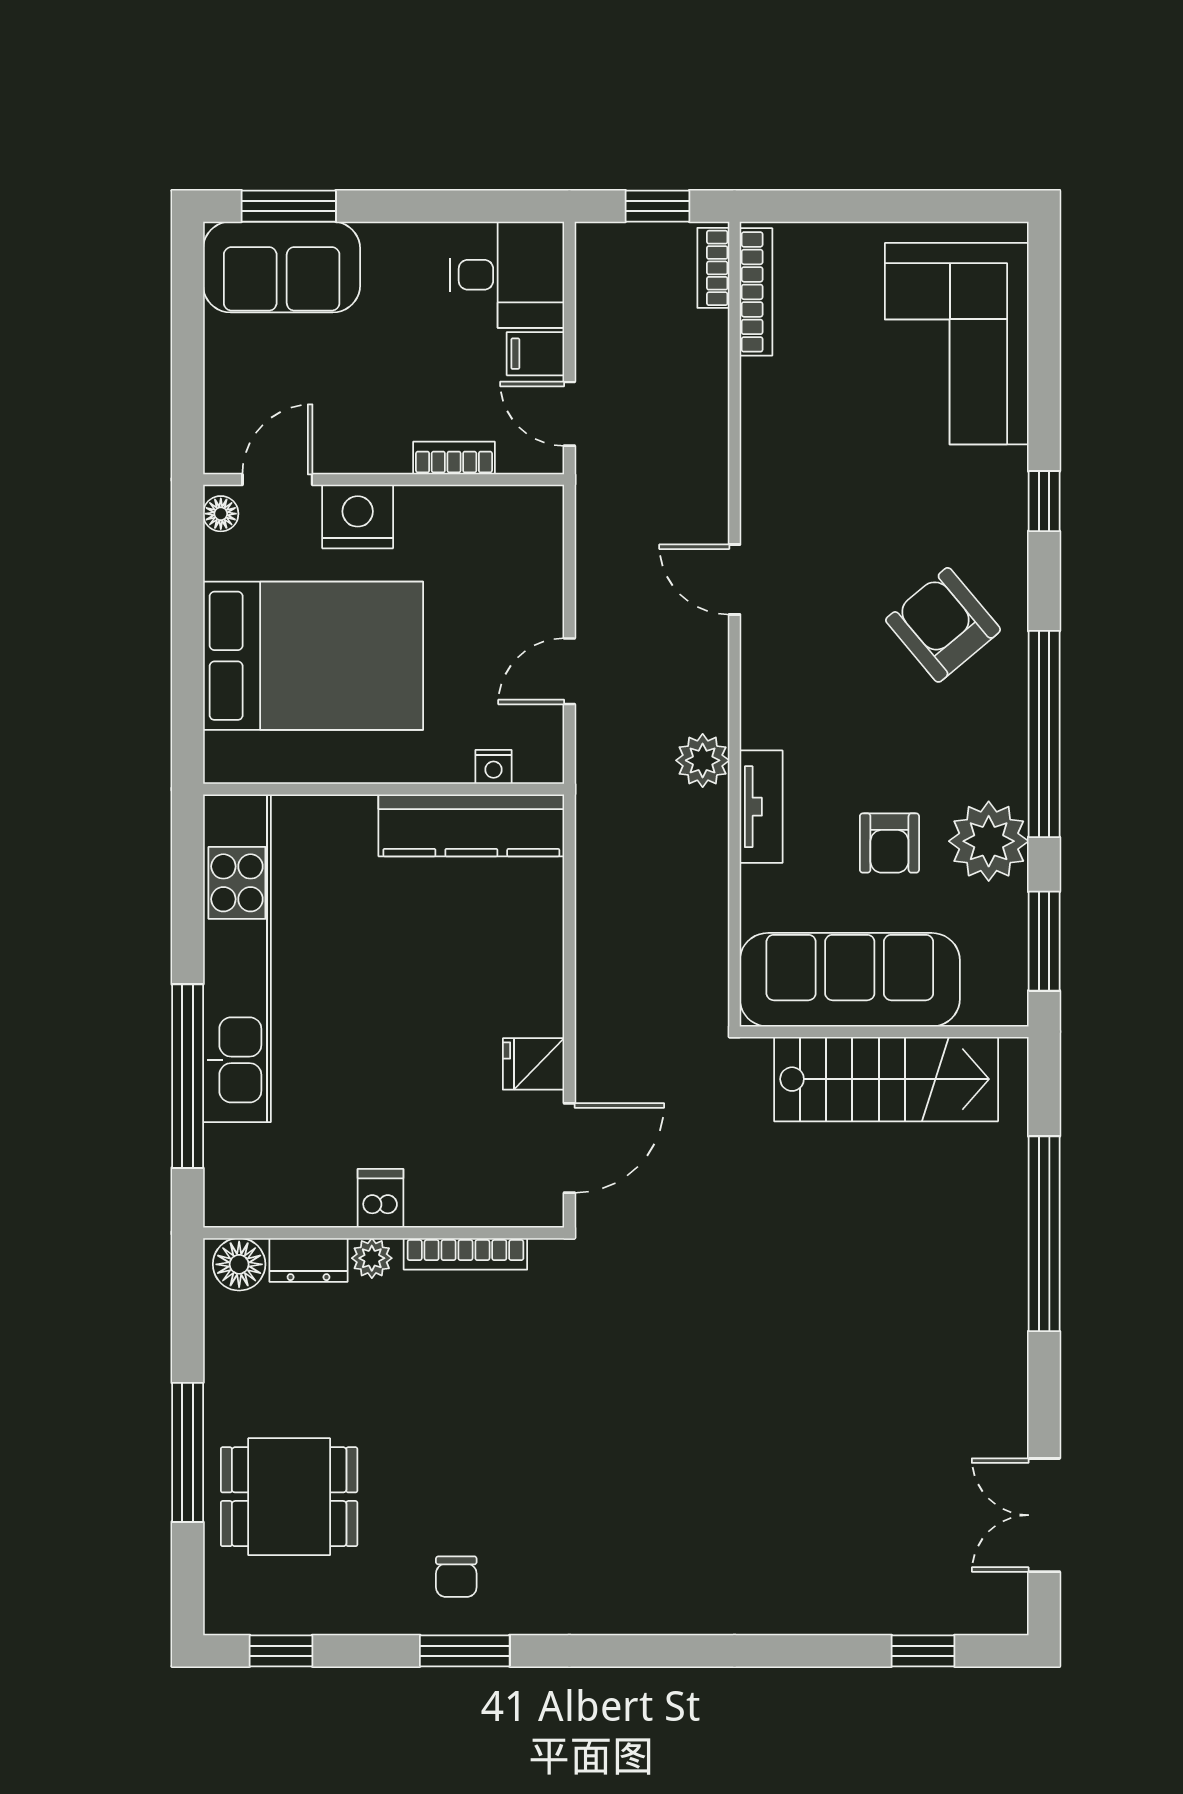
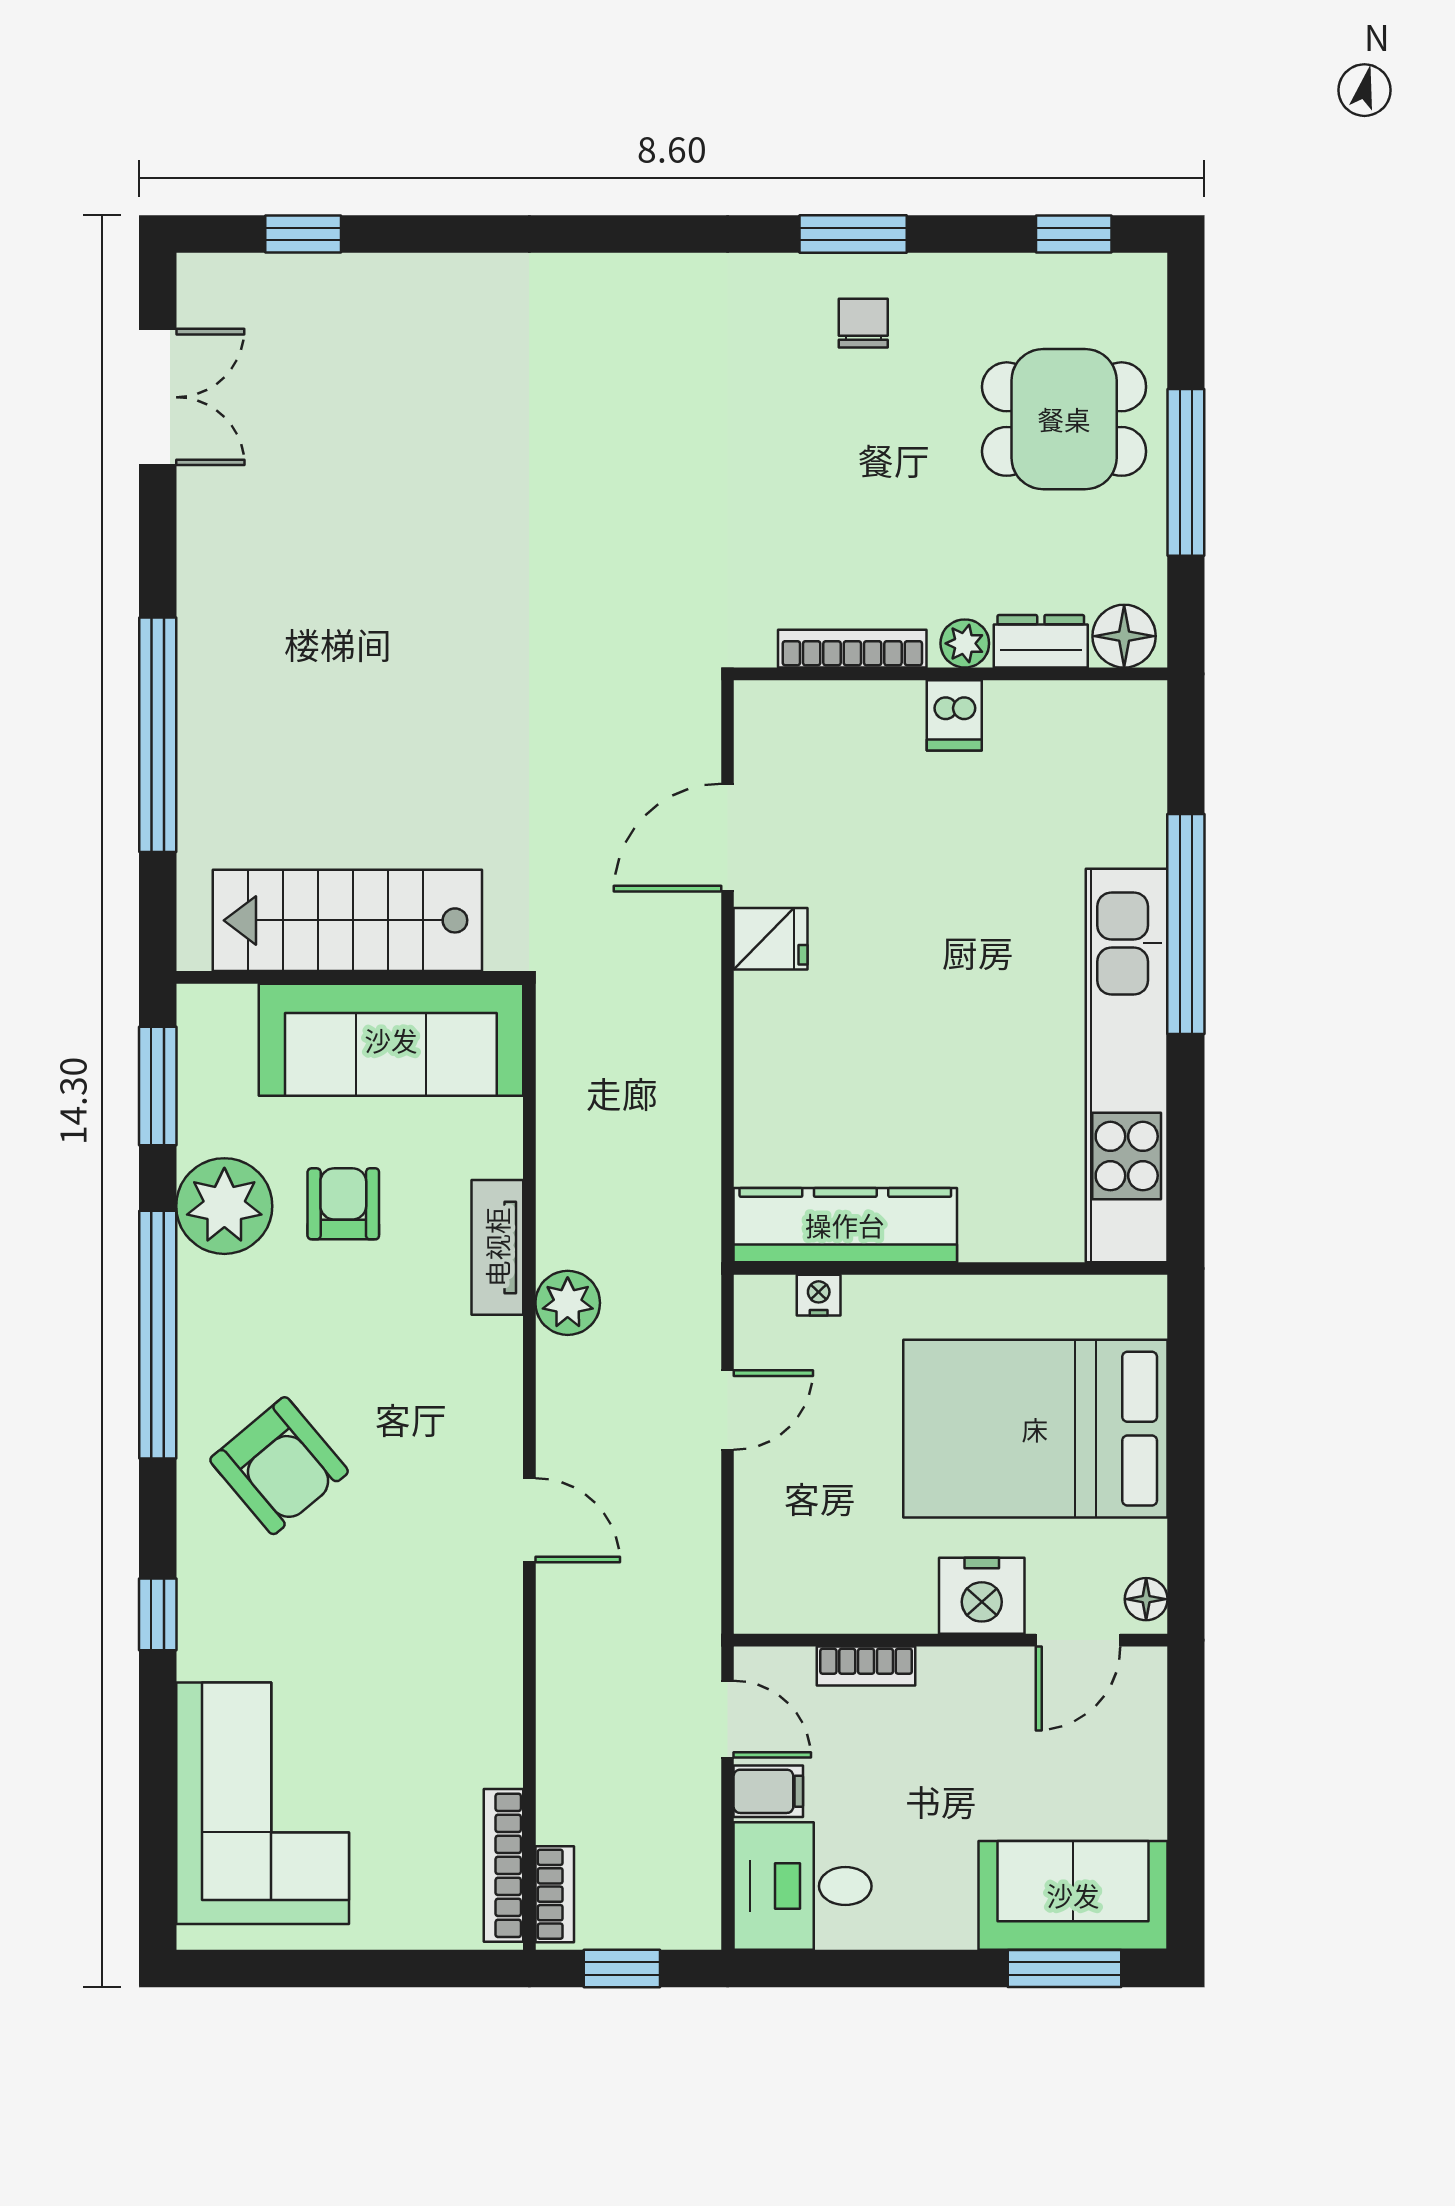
dishwasher: (380, 1198) -> (954, 715), moved
wall: (384, 1233) -> (951, 674), moved
bookcase: (465, 1254) -> (852, 649), moved
plant: (372, 1258) -> (965, 643), moved
dresser: (308, 1260) -> (1041, 641), moved
floor lamp: (239, 1264) -> (1124, 636), moved

